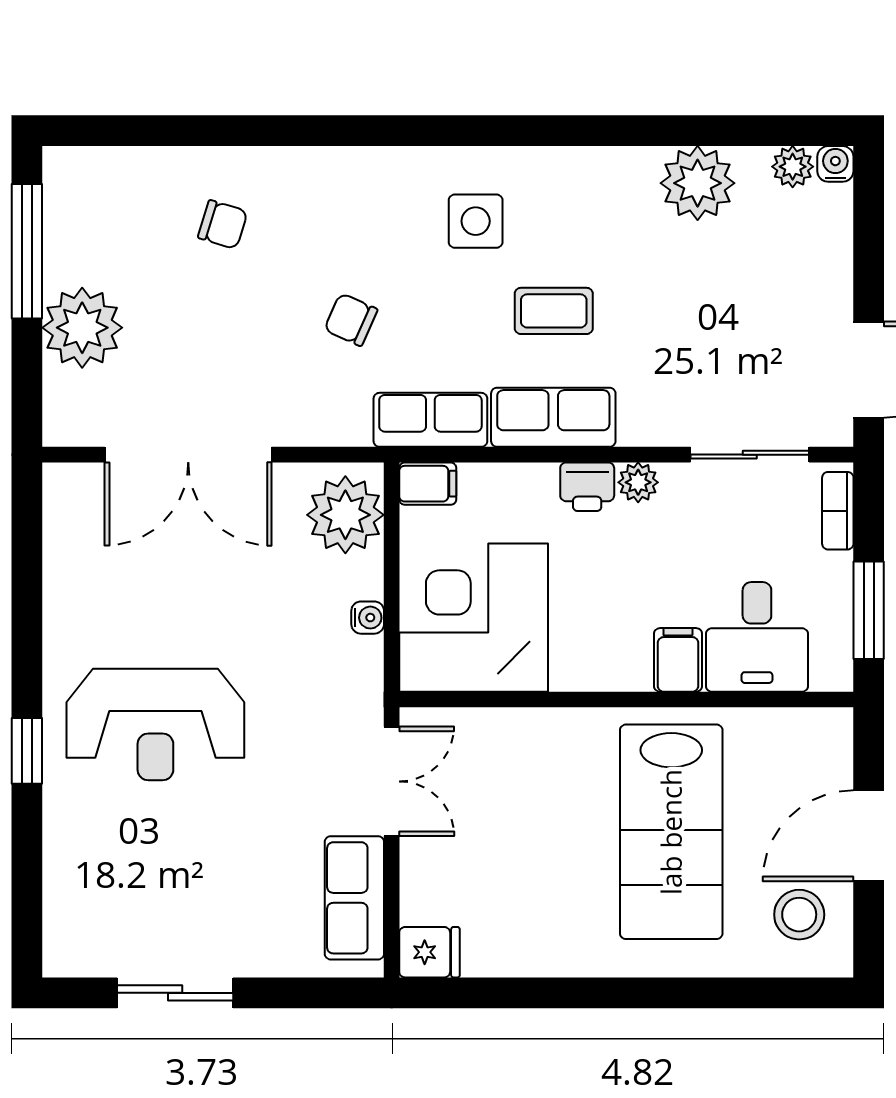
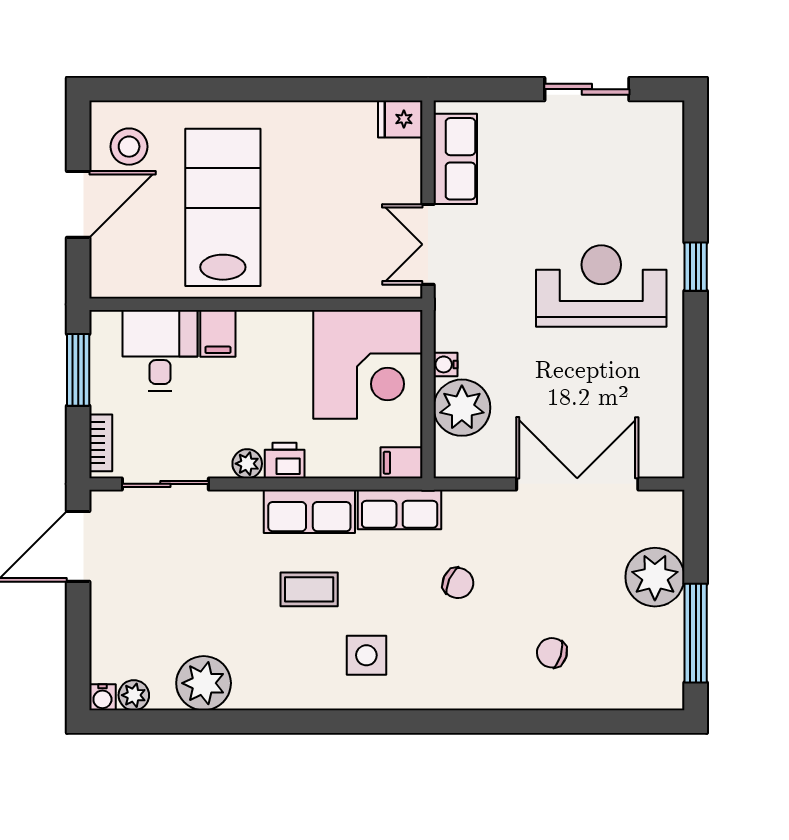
plant: (345, 515) -> (462, 408), moved

